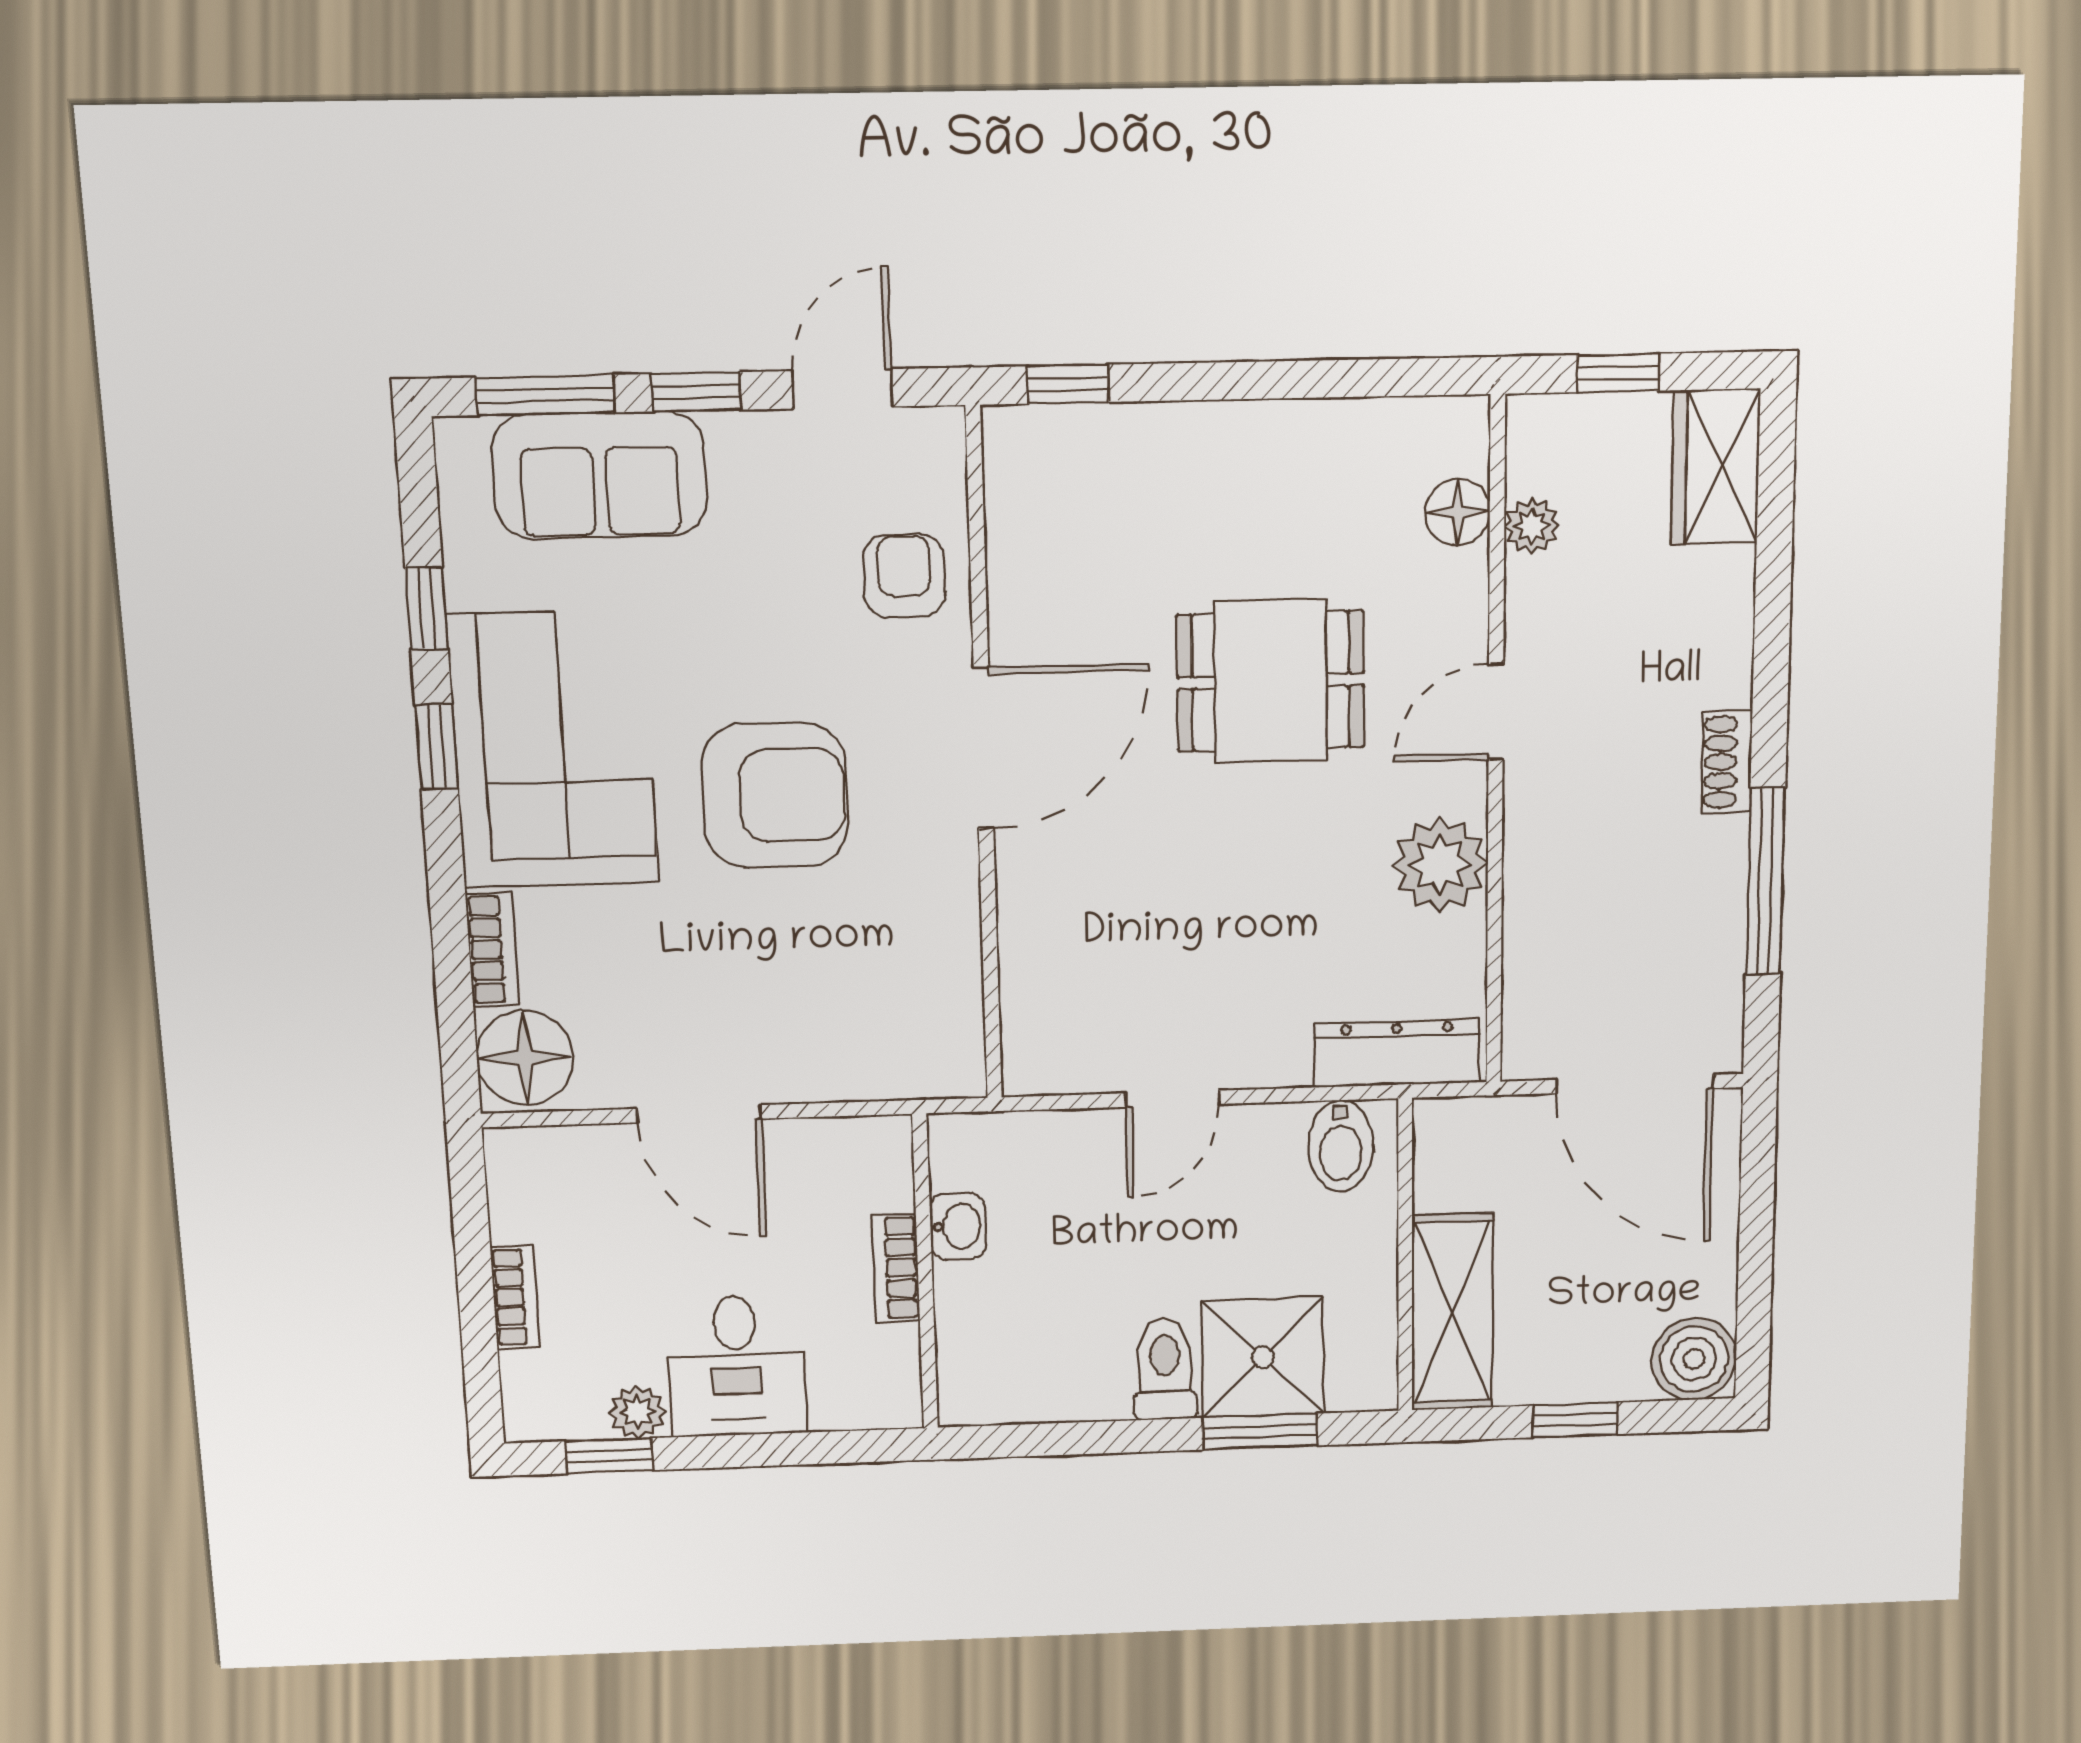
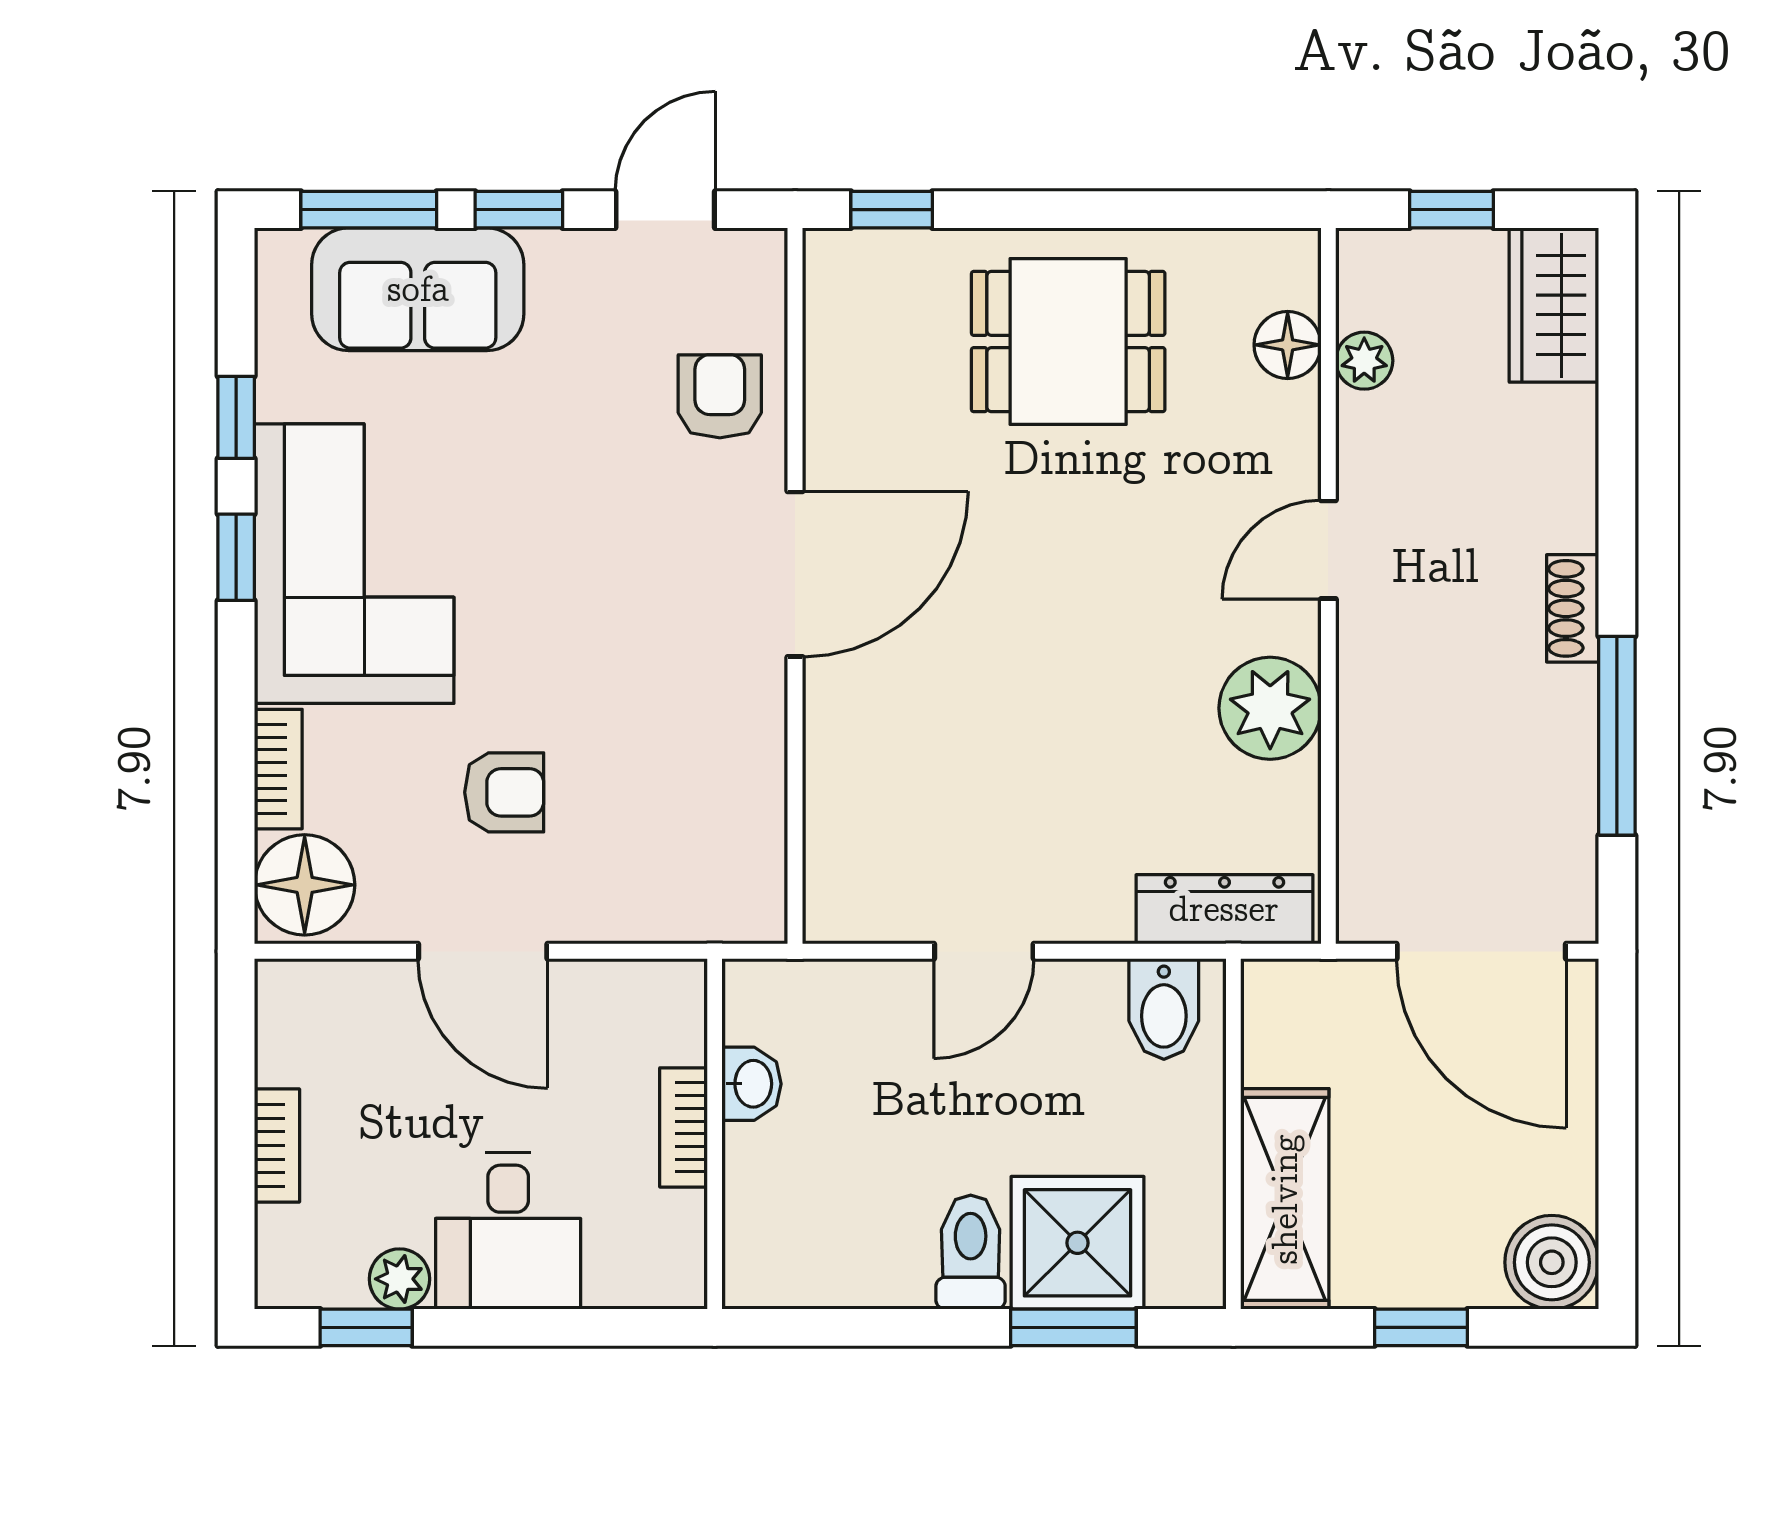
dining table: (1271, 681) -> (1068, 342), moved
armchair: (775, 795) -> (504, 792), moved, width x0.53, depth x0.53

